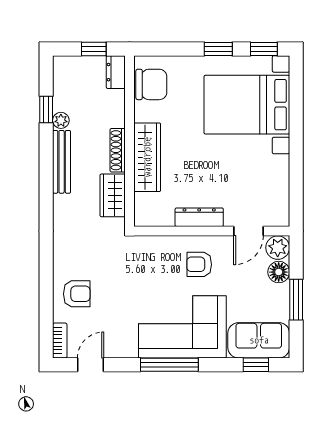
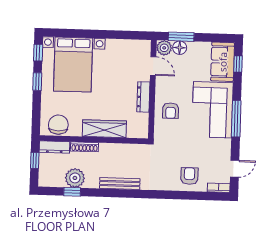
dresser: (116, 72) -> (54, 147), width x1.44
plant: (61, 120) -> (75, 178), width x1.88, depth x1.88
shoe rack: (118, 150) -> (84, 147), moved
bench: (62, 162) -> (120, 183), moved
wardrobe: (113, 195) -> (128, 151), removed
armchair: (199, 264) -> (171, 111), moved
window: (296, 300) -> (181, 37), moved
door: (91, 365) -> (235, 169), swing flipped

